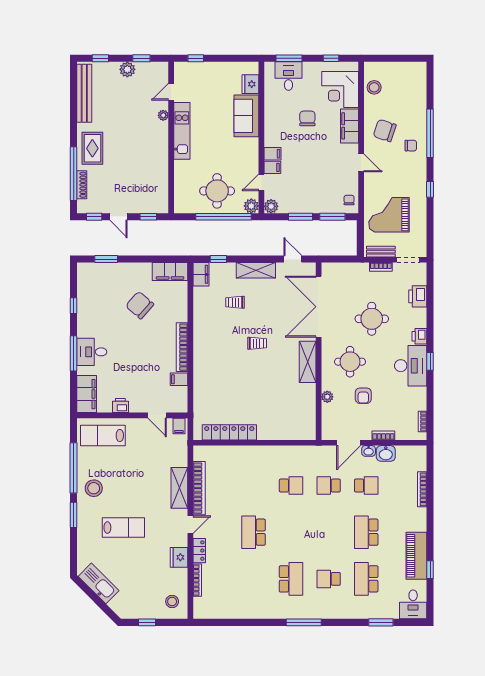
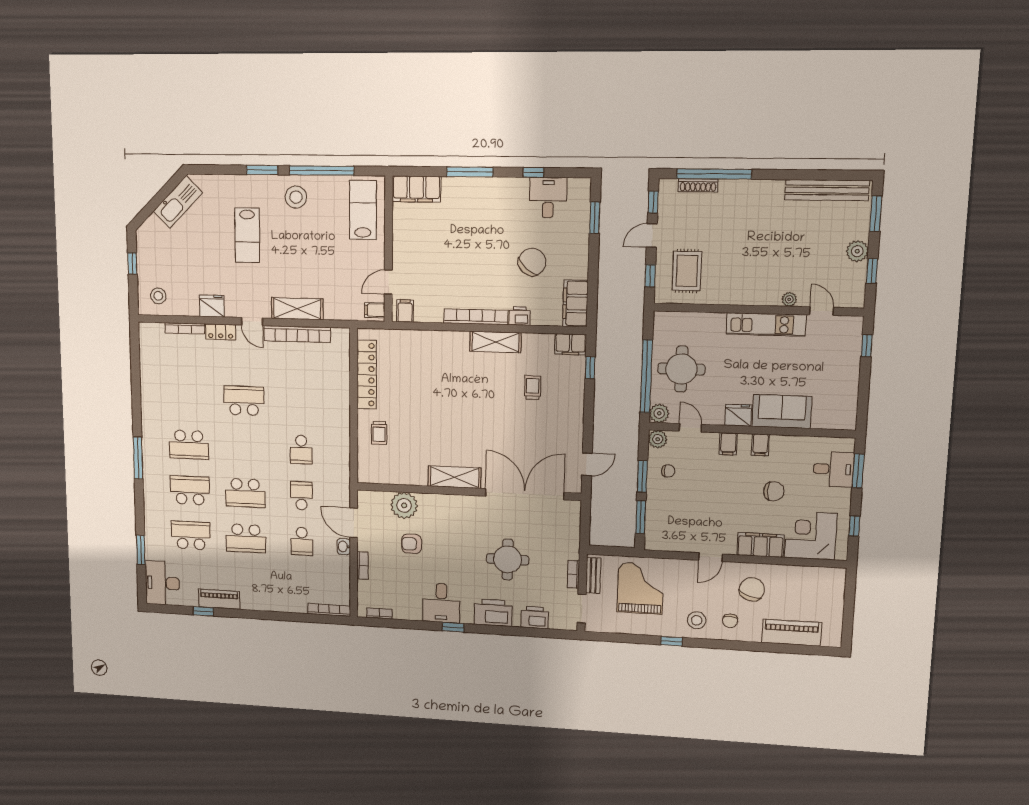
window: (100, 58) -> (876, 214), width x1.50
fridge: (250, 84) -> (738, 415), moved
stool: (374, 87) -> (697, 620), moved
piano: (417, 99) -> (792, 633), added
window: (430, 133) -> (745, 646), removed
rug: (92, 148) -> (687, 271), moved, turned 90
filing cabinet: (272, 167) -> (760, 445), moved
chair: (349, 200) -> (668, 471), moved
shelving: (256, 270) -> (495, 342), moved, turned 90
printer: (419, 336) -> (493, 613), width x1.87, depth x1.48
trolley: (257, 343) -> (379, 433), moved
desk: (92, 352) -> (548, 198), moved
round table: (350, 362) -> (454, 530), removed
desk: (411, 366) -> (441, 603), width x0.73
filing cabinet: (179, 379) -> (405, 311), moved
plant: (327, 397) -> (404, 505), width x1.88, depth x1.88
printer: (120, 406) -> (520, 316), moved, turned -90
washbasin: (386, 453) -> (341, 567), removed
bookcase: (422, 489) -> (329, 610), moved
school desk: (329, 532) -> (245, 493), added
school desk: (366, 532) -> (246, 538), turned 180
piano: (416, 556) -> (219, 599), width x0.73, depth x0.75
school desk: (329, 579) -> (190, 490), width x1.85
desk: (413, 604) -> (162, 583), width x1.37

